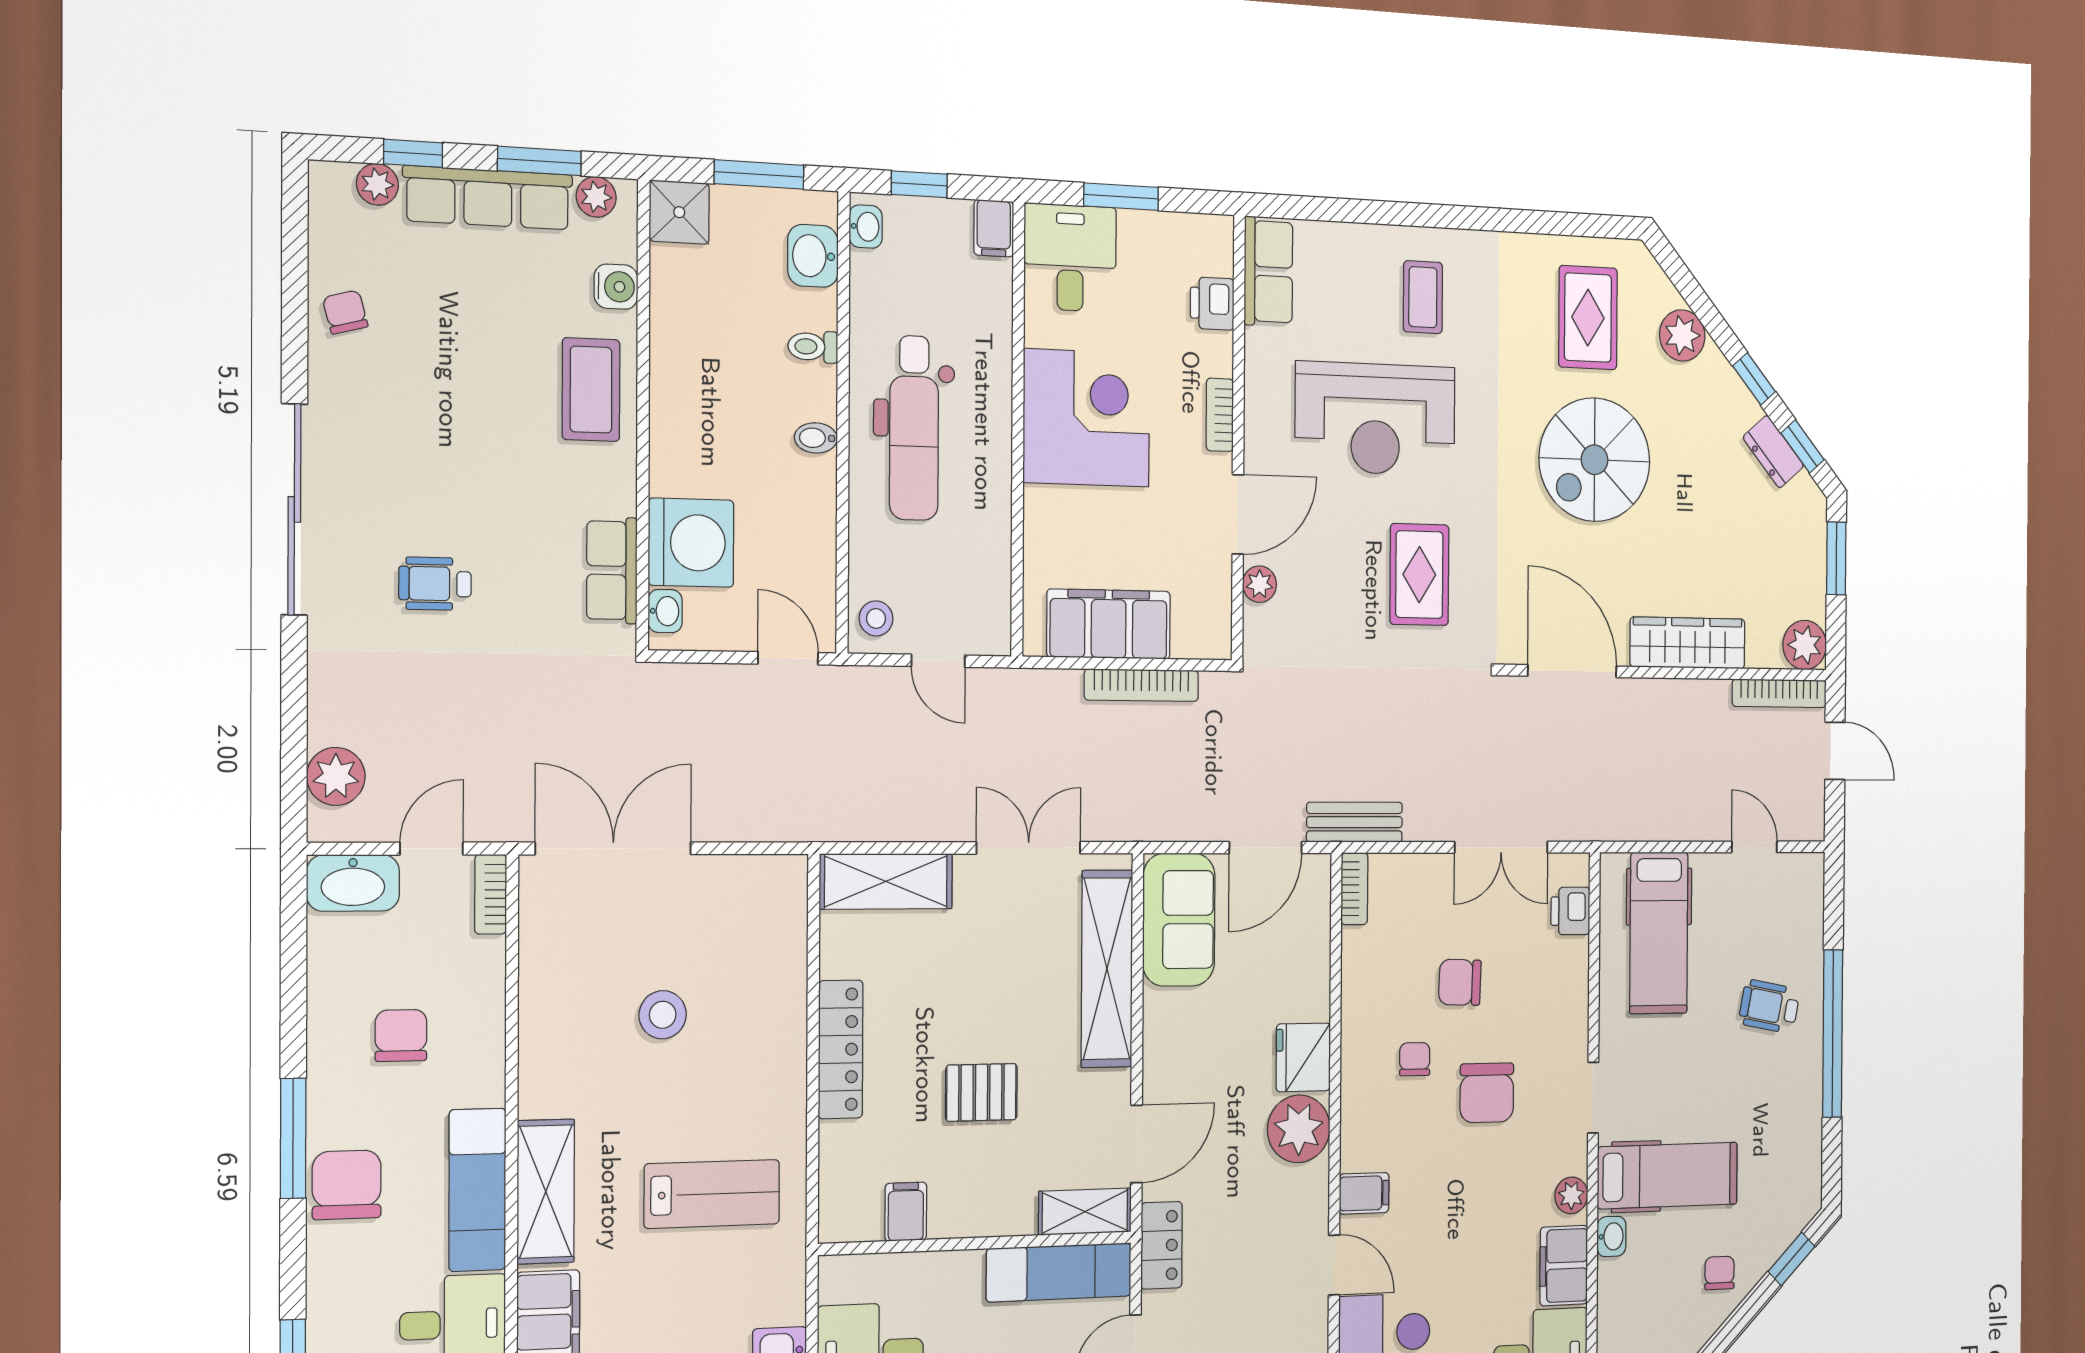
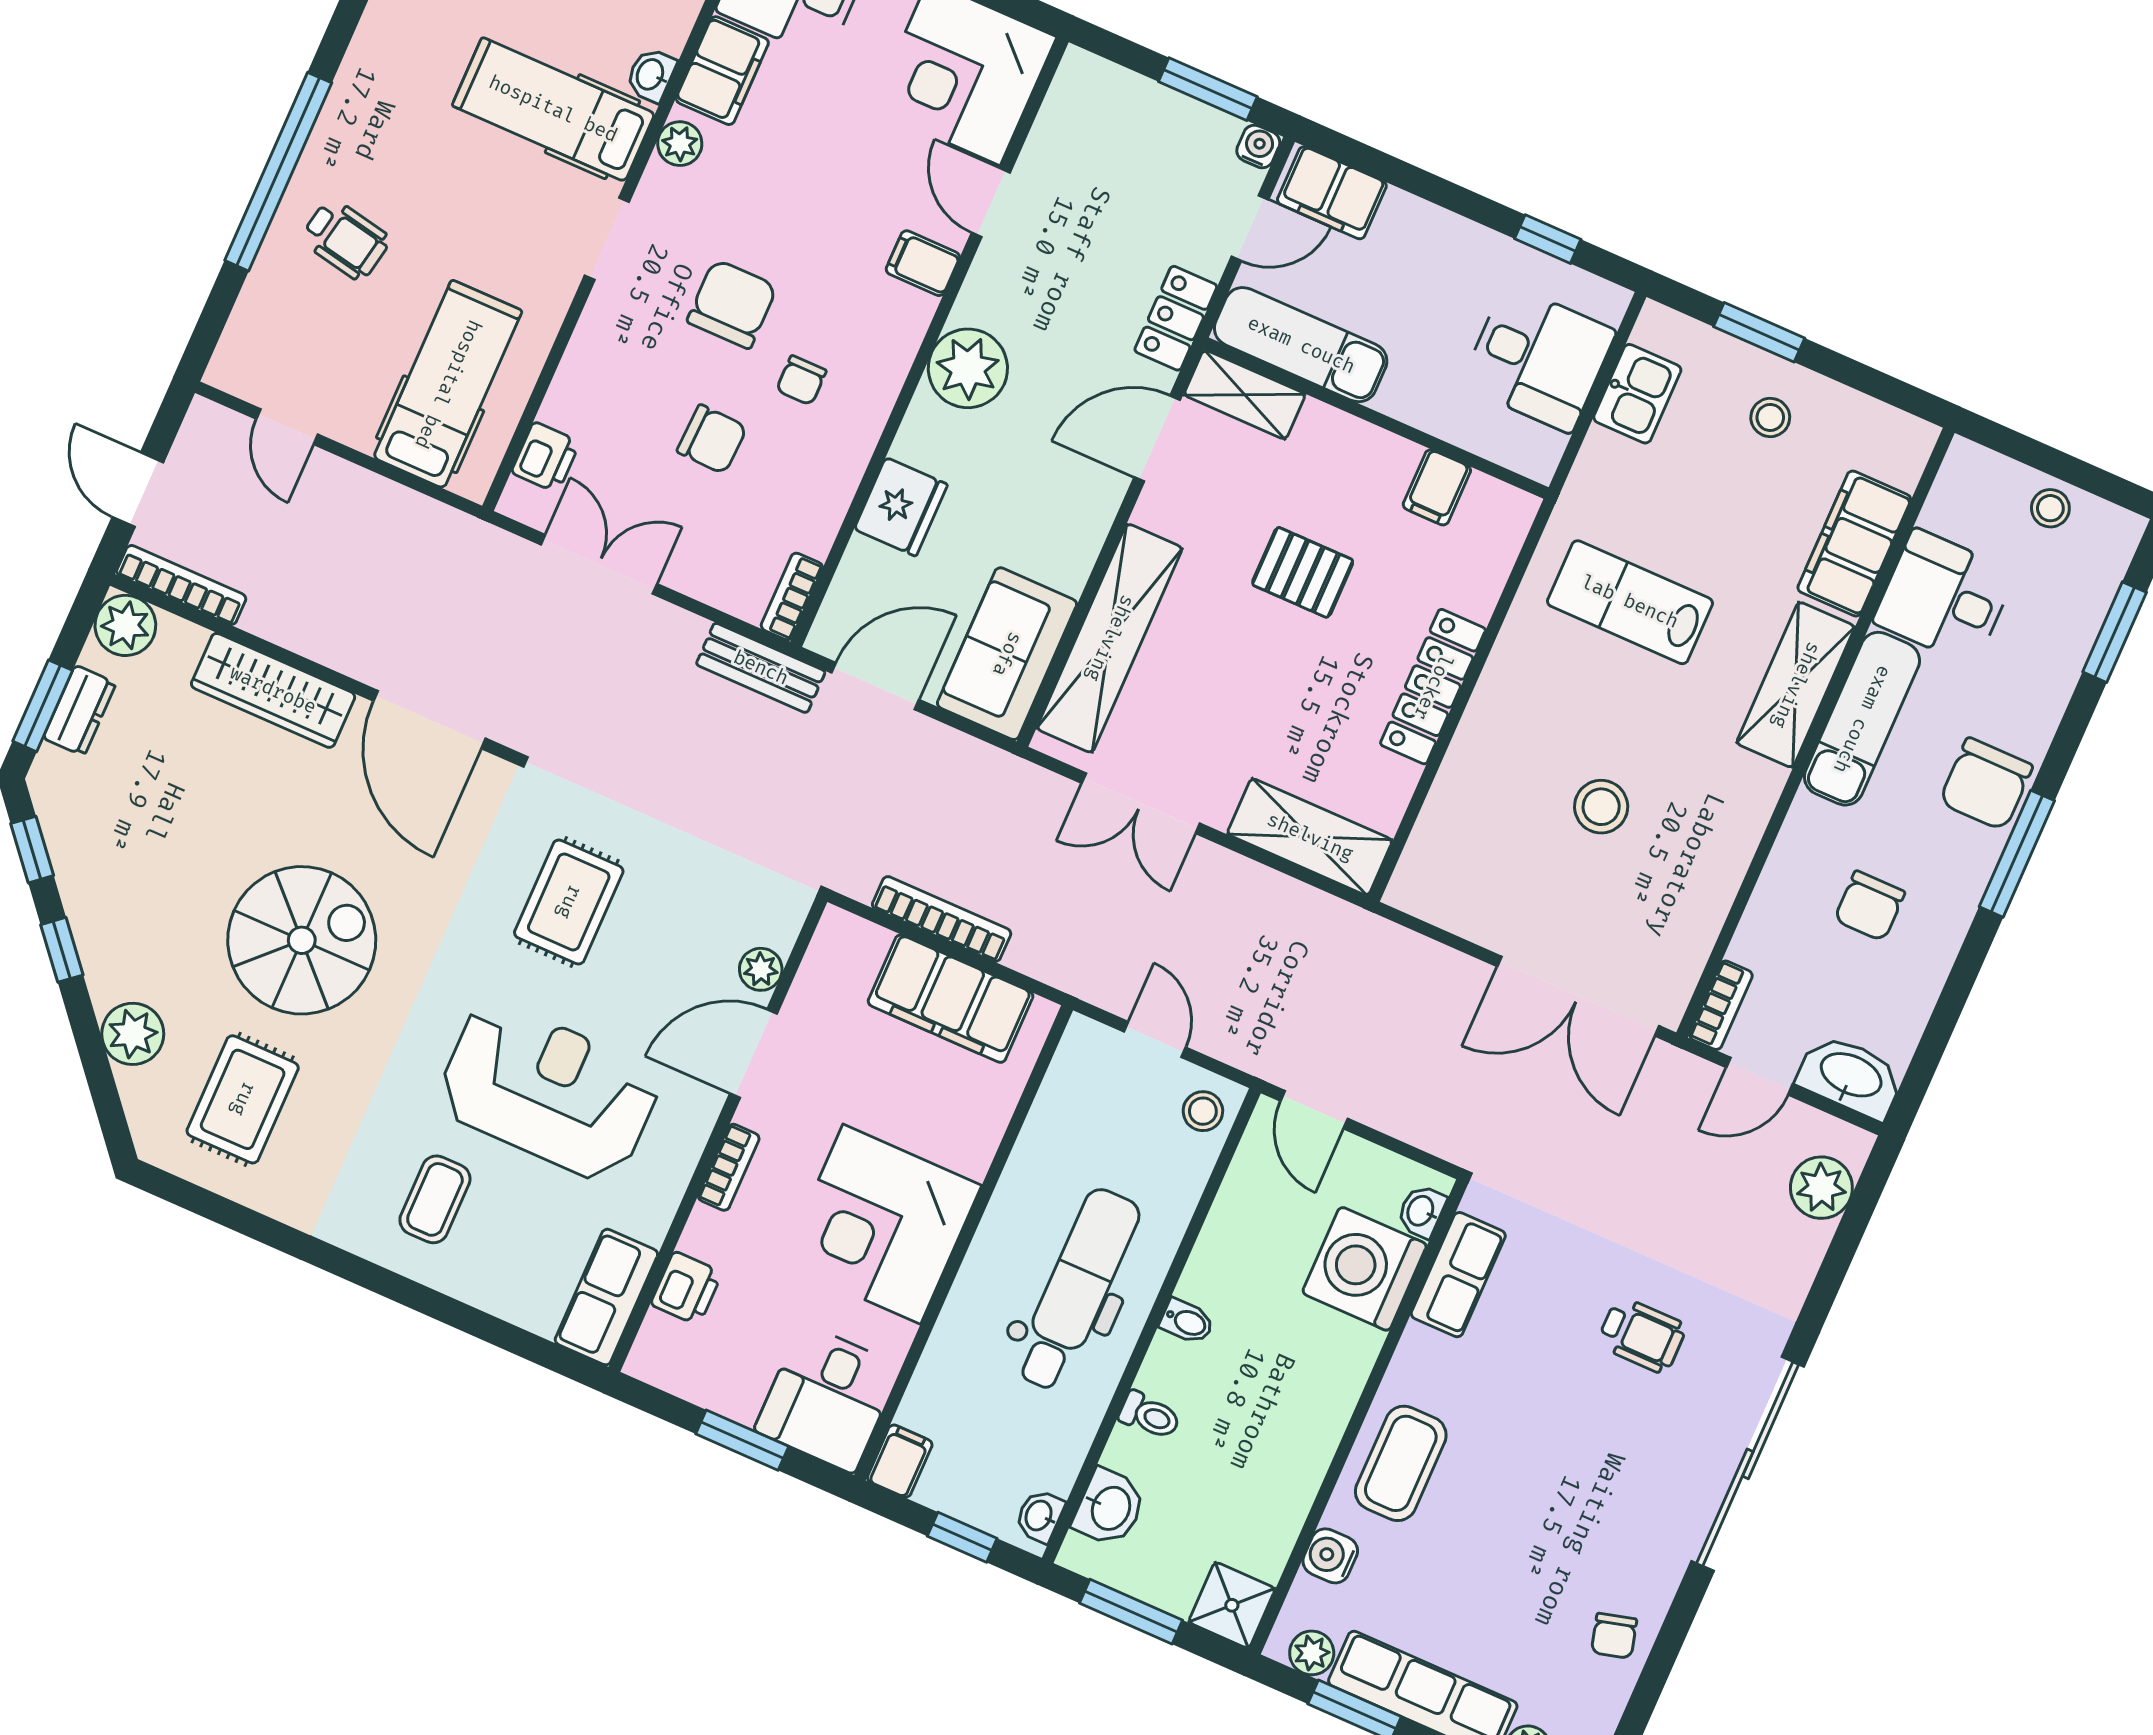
dresser: (1773, 452) -> (80, 711), moved, turned 40
fridge: (1303, 1057) -> (901, 507), moved

